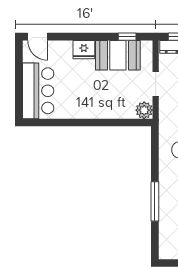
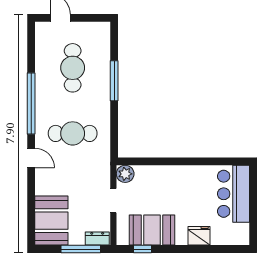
door: (38, 37) -> (234, 249), removed
fridge: (84, 50) -> (199, 236), moved

